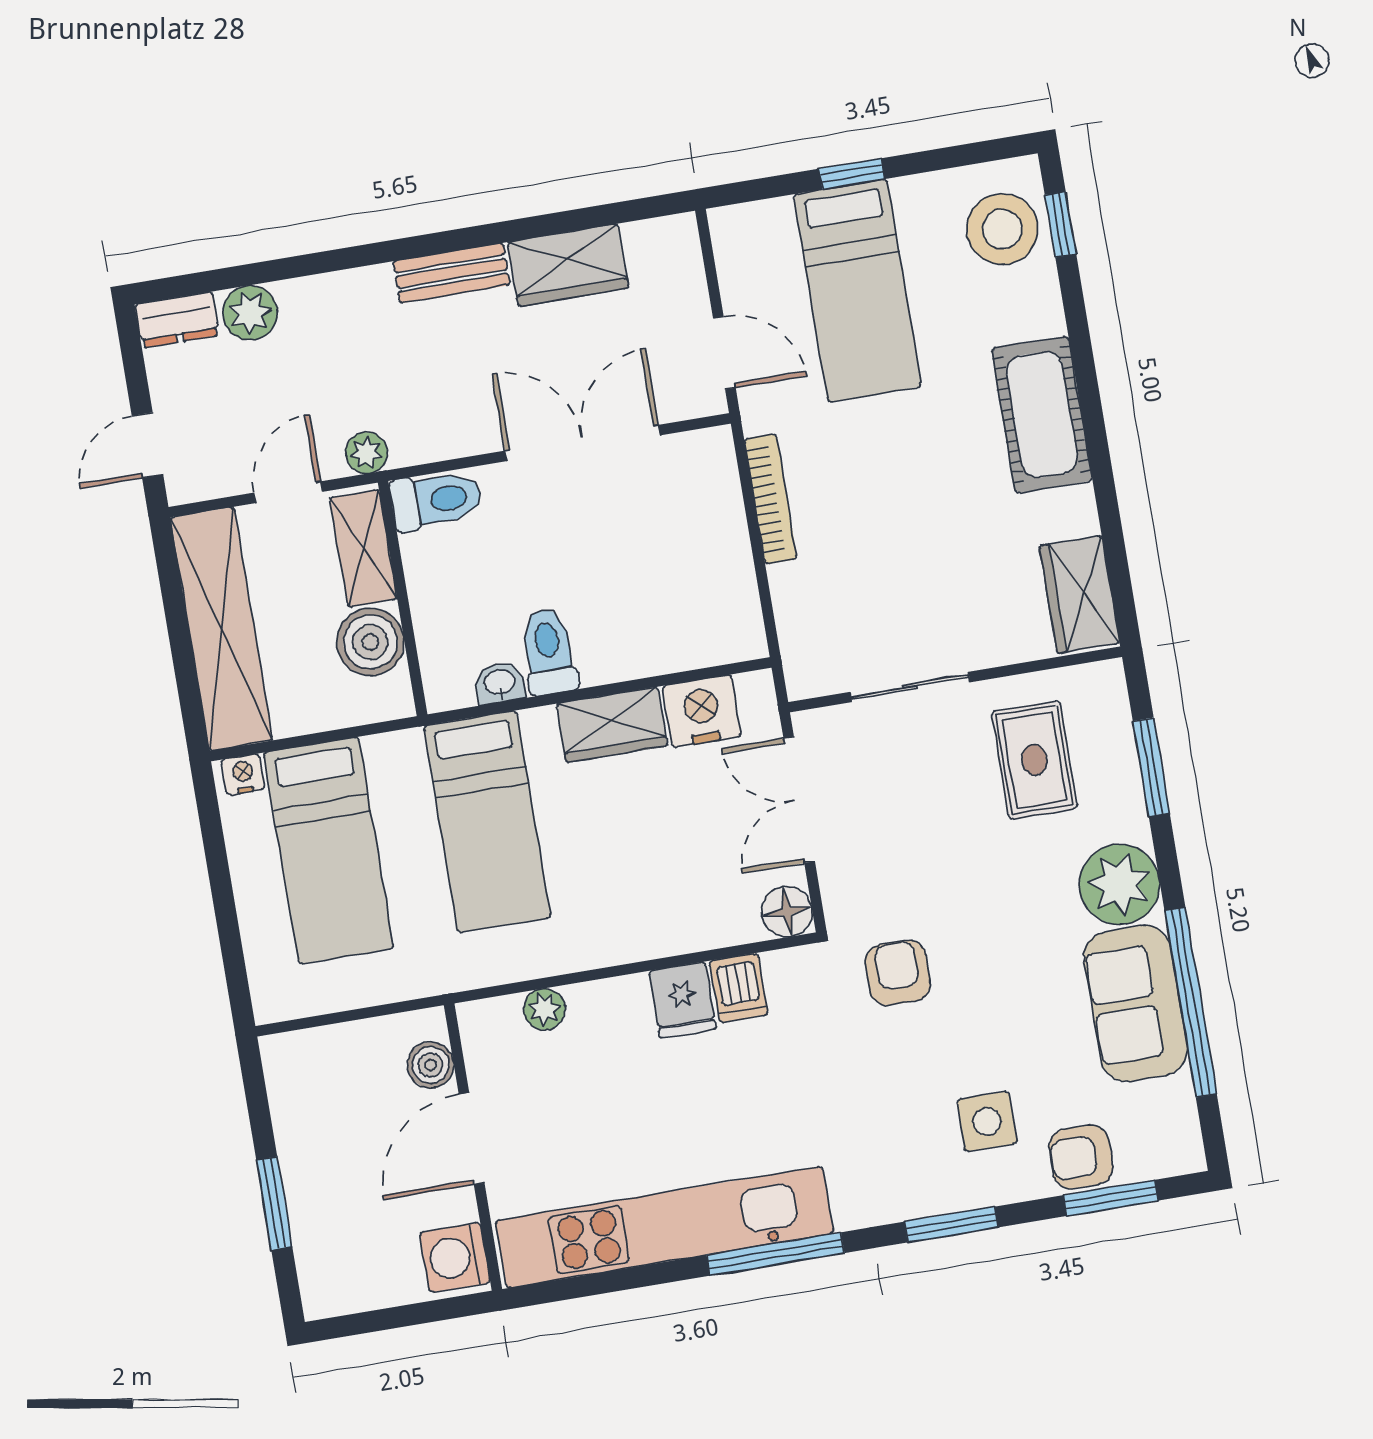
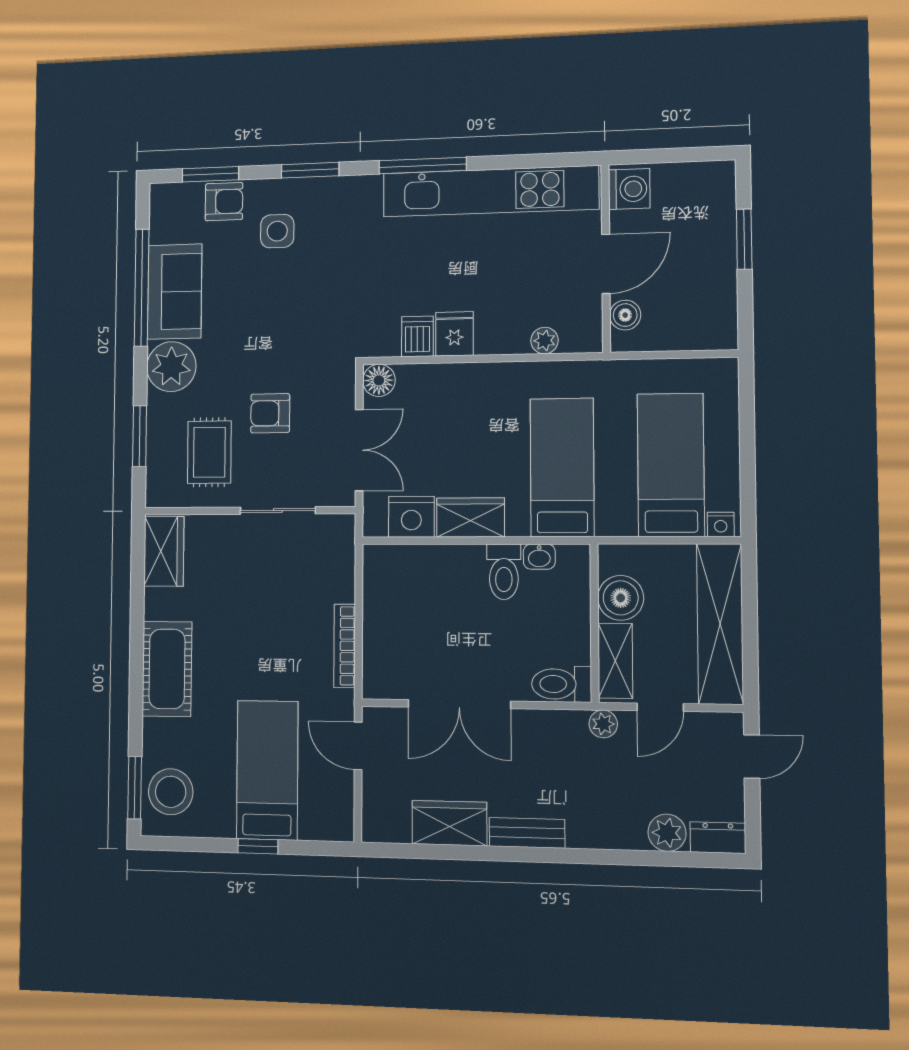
window: (1060, 224) -> (135, 788), width x1.50
armchair: (898, 973) -> (270, 413), moved, turned 90

